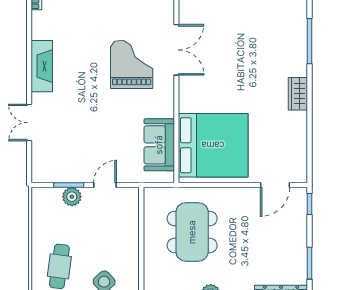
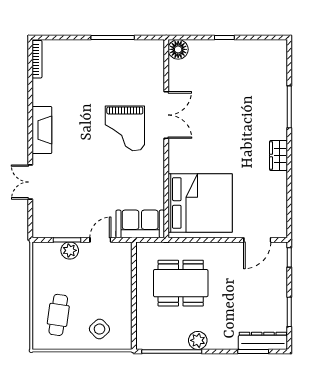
grand piano: (132, 64) -> (125, 128), turned 180
sofa: (159, 145) -> (140, 224), moved, turned 90
dining table: (192, 232) -> (181, 283), turned 90

